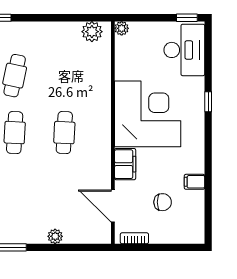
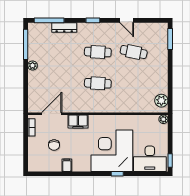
corner desk: (148, 114) -> (112, 151), moved, turned 180
plant: (55, 236) -> (33, 65), moved

